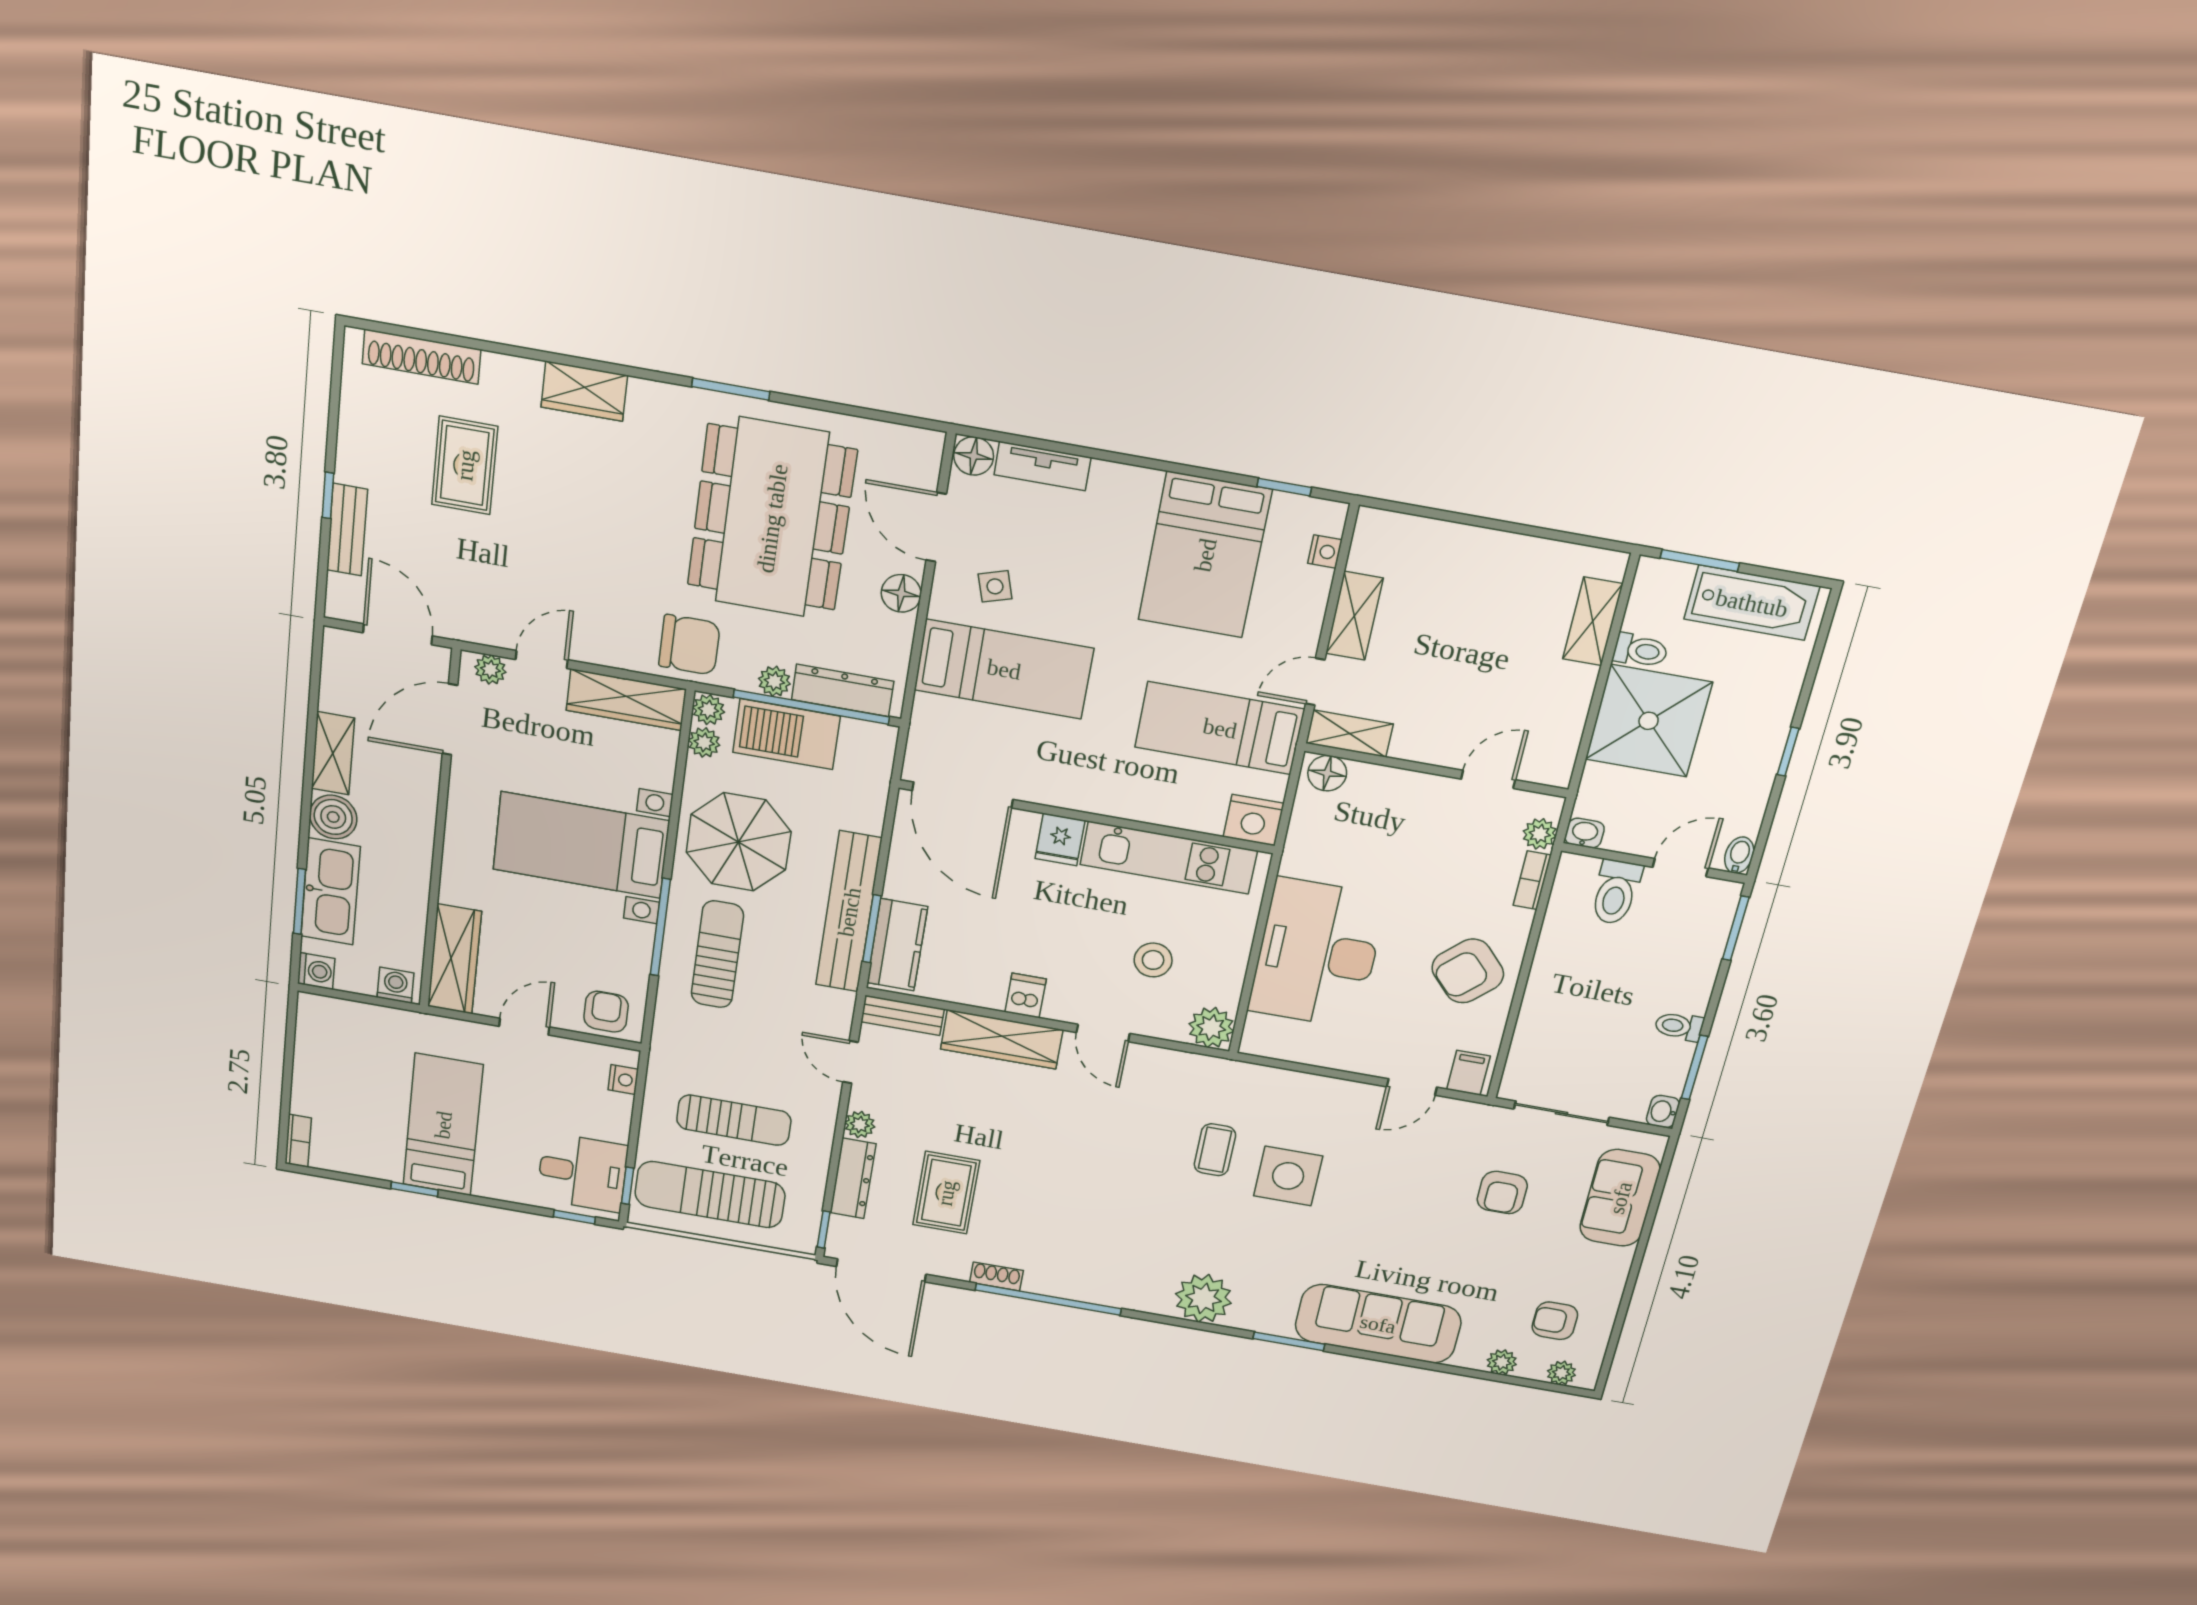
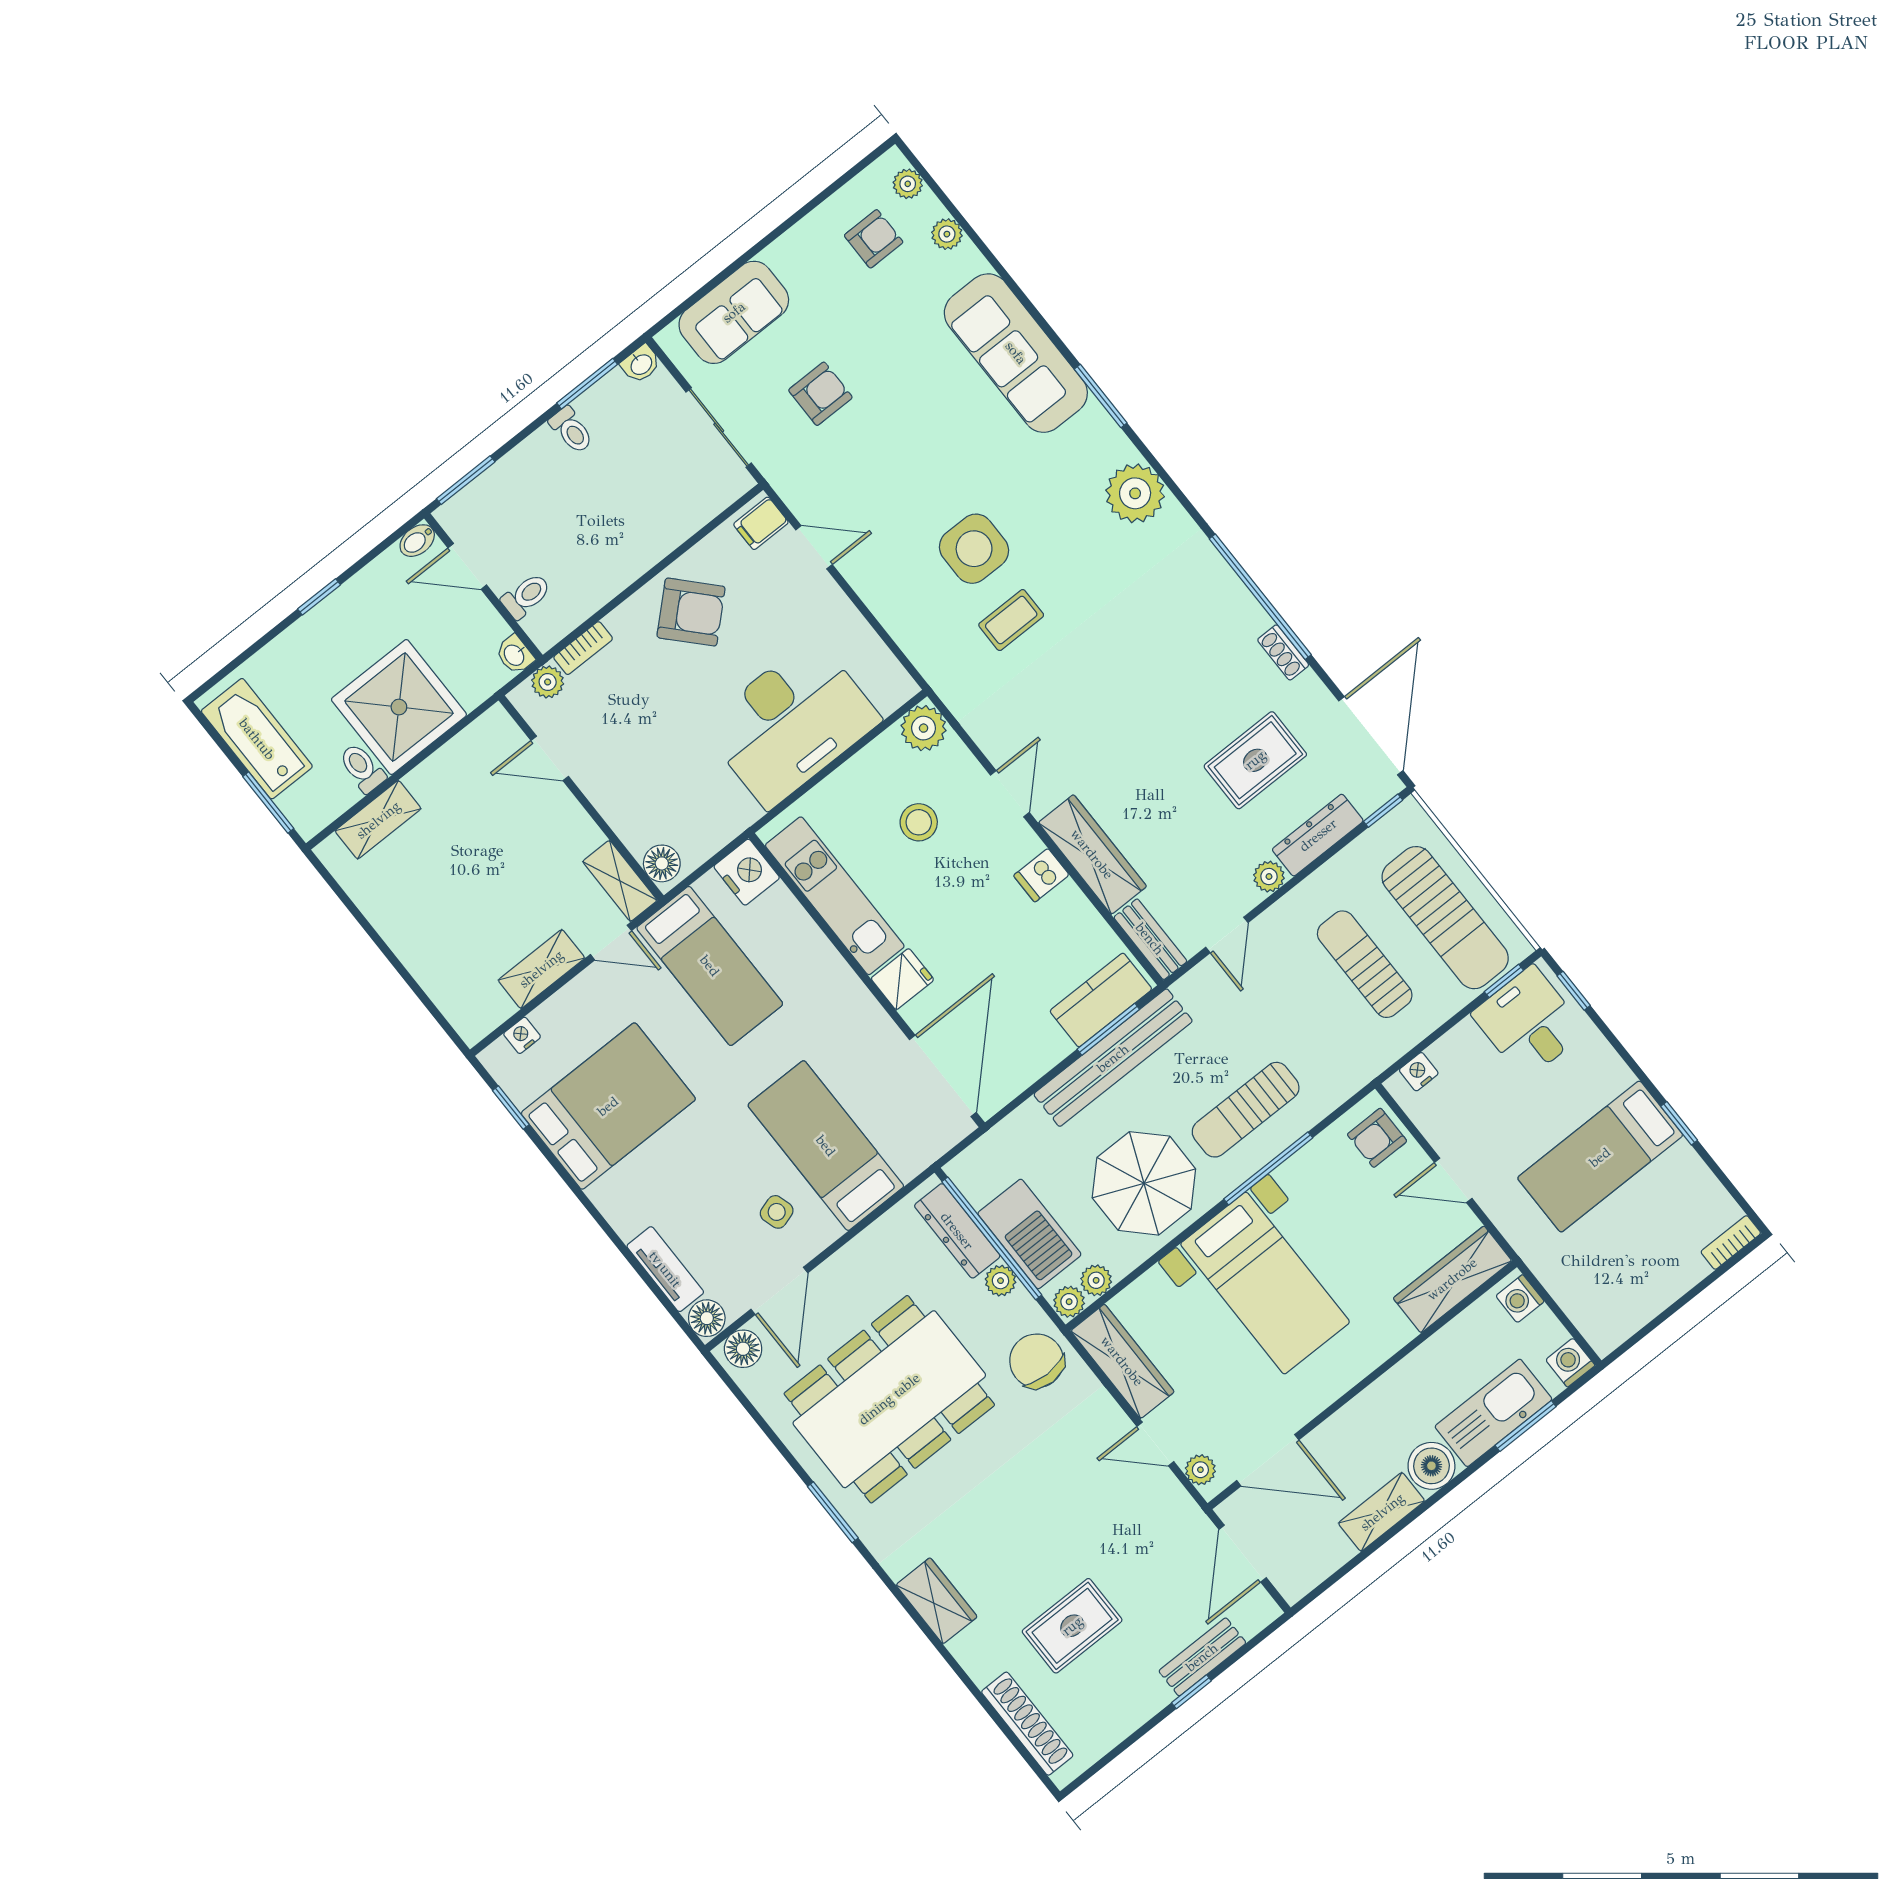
floor lamp: (901, 593) -> (743, 1349), moved
toilet: (1616, 892) -> (526, 596), width x0.73, depth x0.72
armchair: (1555, 1321) -> (874, 239), turned -90

